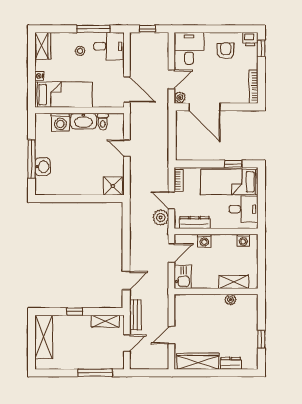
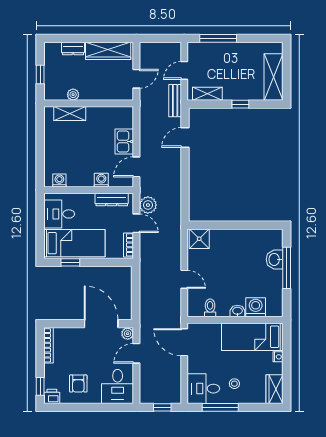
washbasin: (83, 121) -> (237, 311), width x0.52, depth x0.69
shelving: (234, 282) -> (70, 114), moved
wall: (216, 291) -> (89, 103), moved
plant: (231, 300) -> (73, 95), moved

